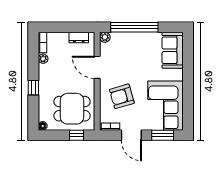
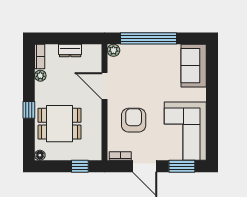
dresser: (79, 37) -> (70, 51), moved
armchair: (122, 96) -> (134, 120), turned 106
dining table: (72, 109) -> (60, 124), moved

